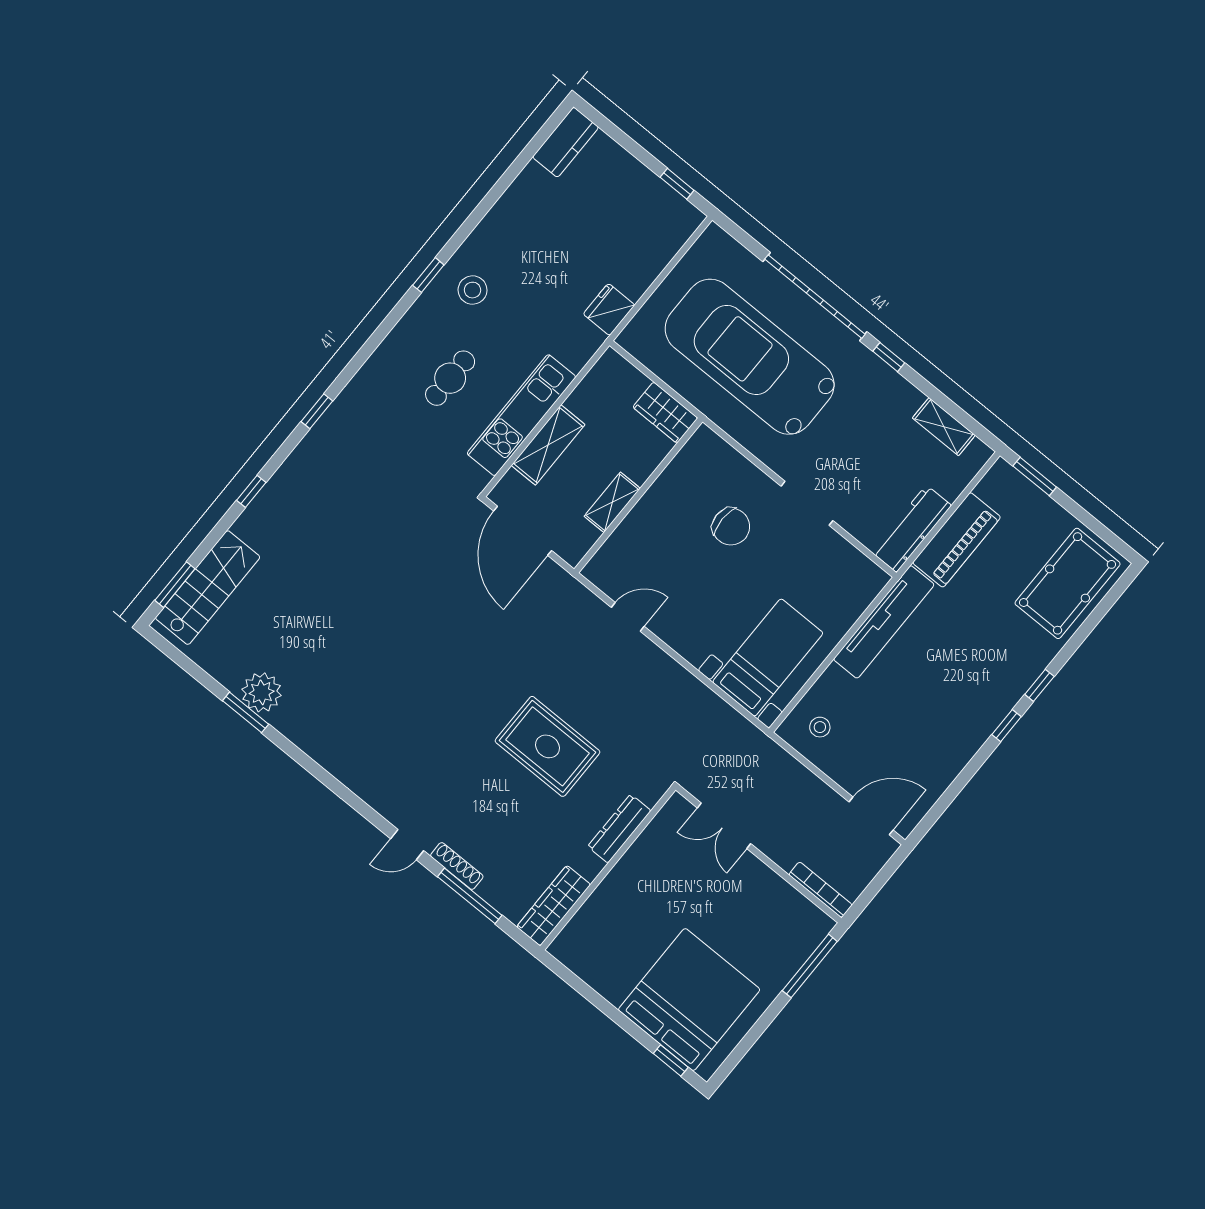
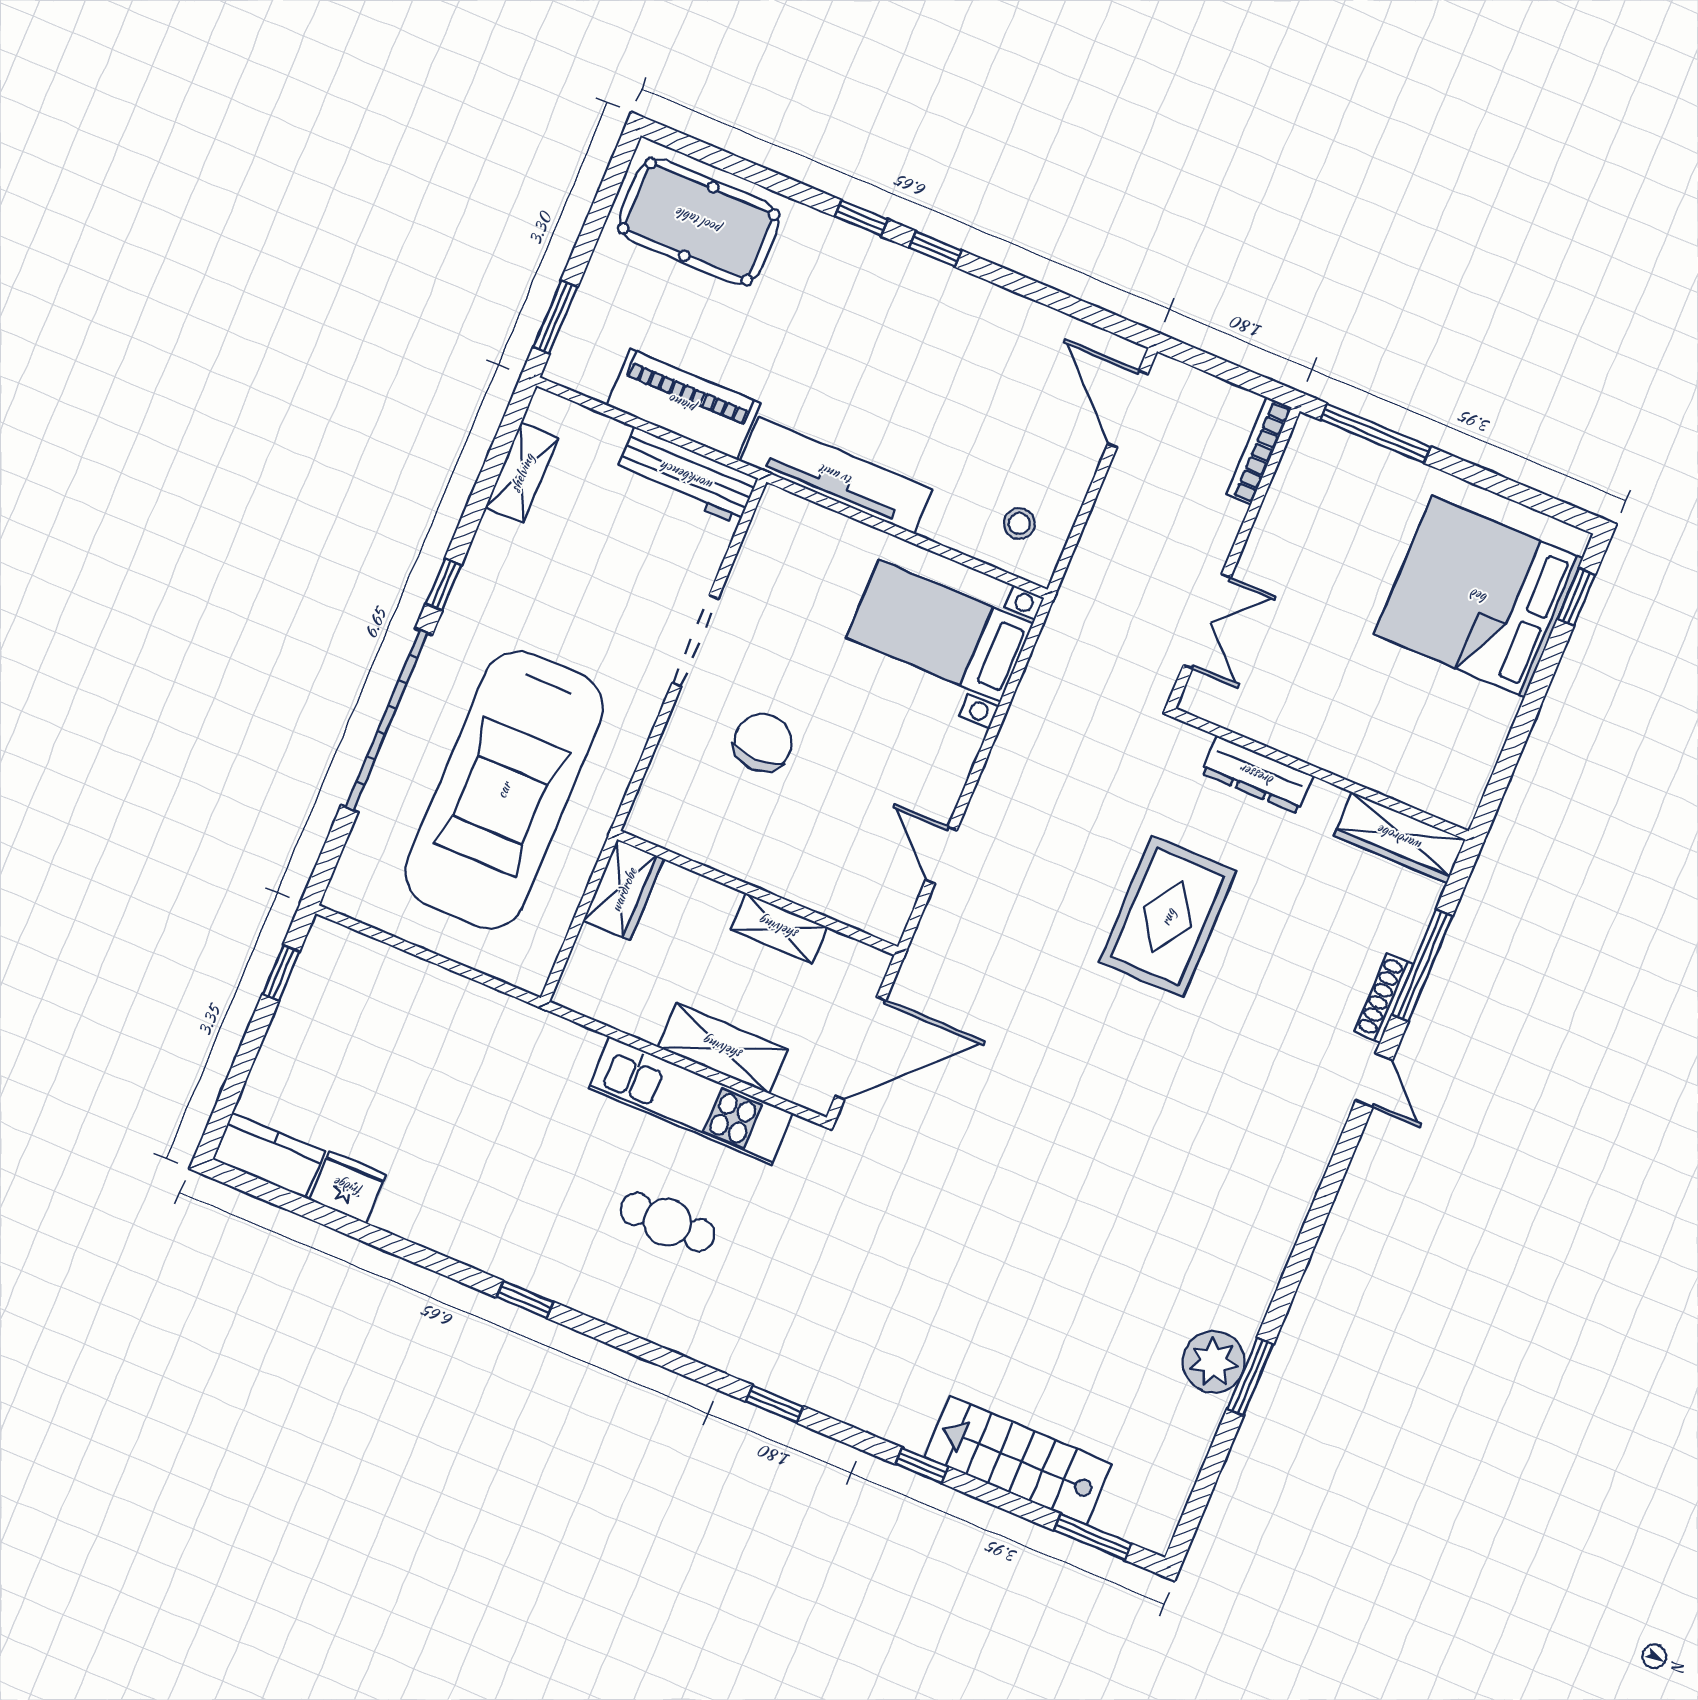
stool: (473, 290) -> (528, 1228), removed
fridge: (609, 310) -> (348, 1187), moved, turned 180
stairs: (208, 588) -> (1018, 1460), moved

